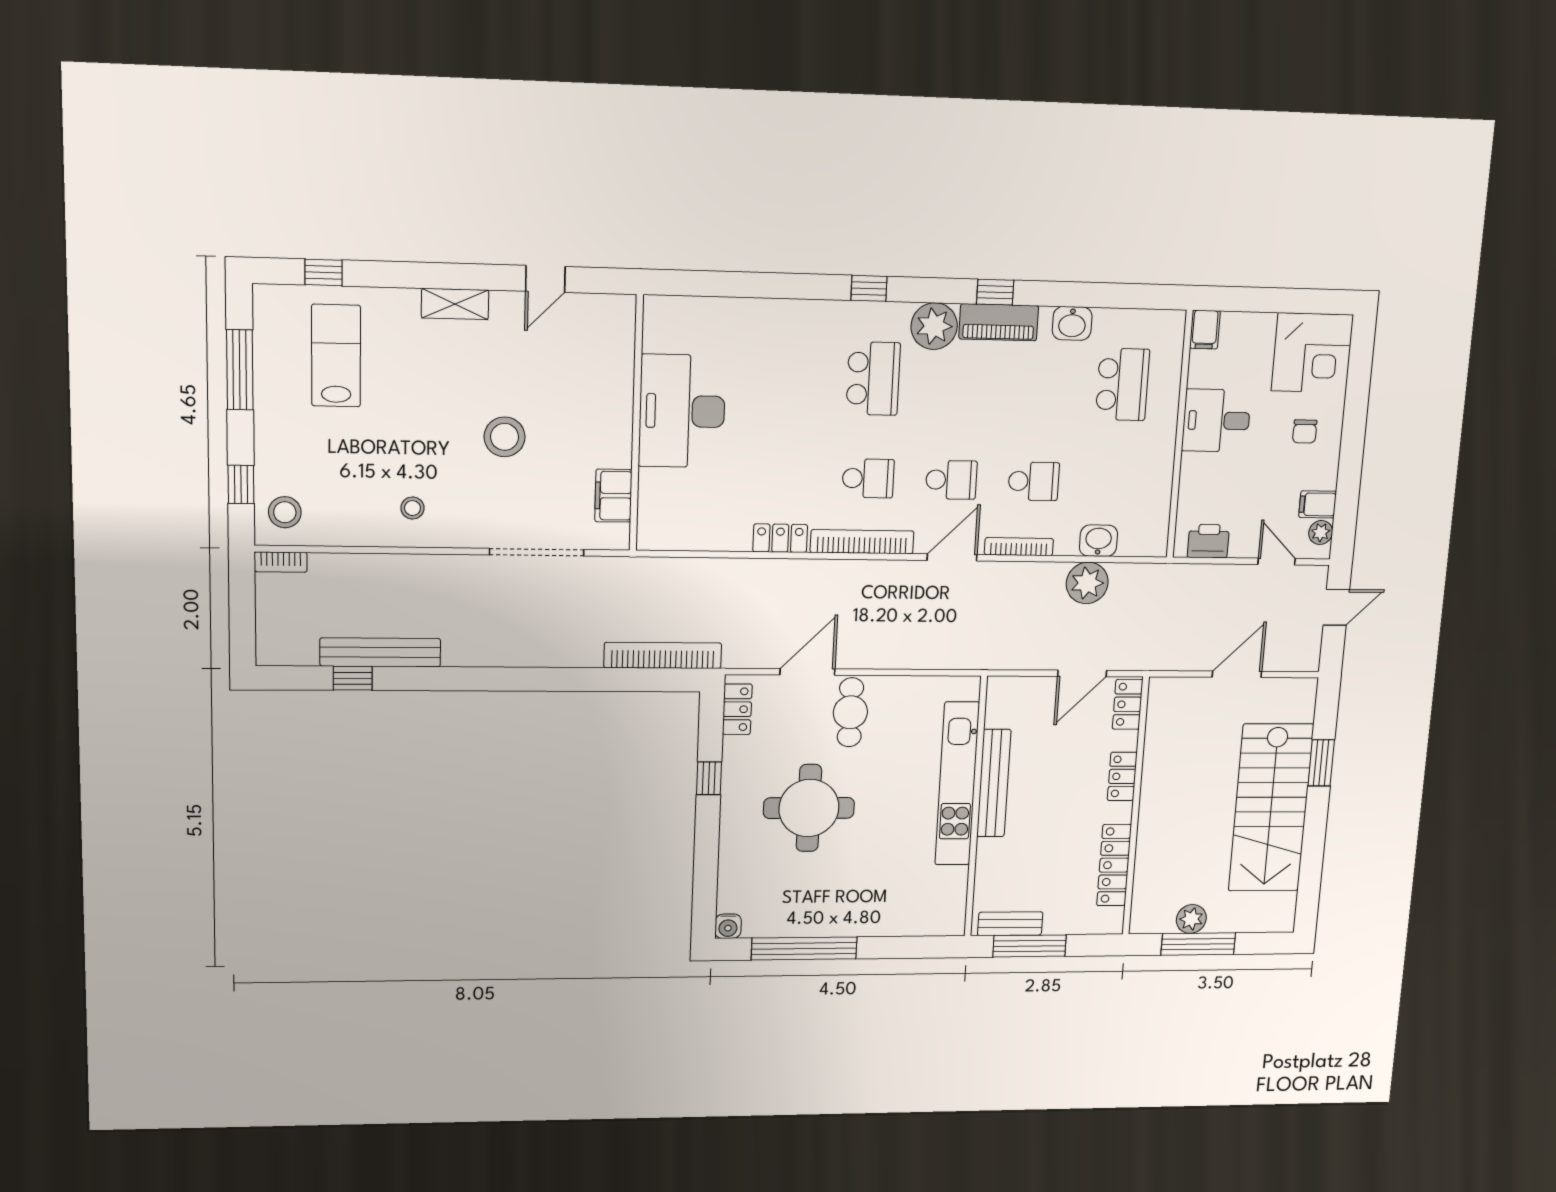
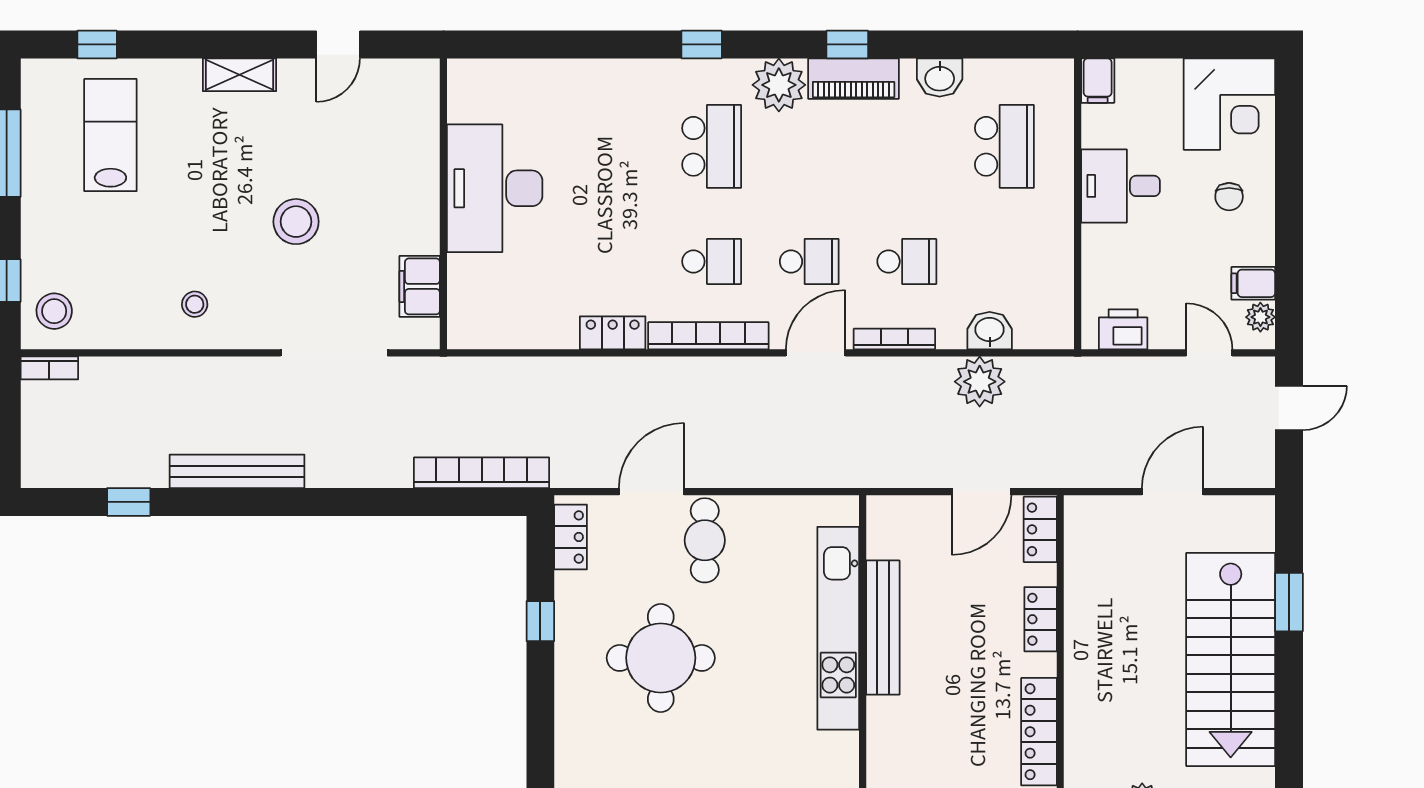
bench: (380, 652) -> (237, 471), moved

